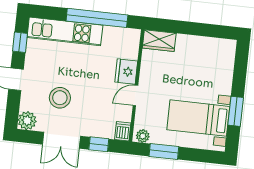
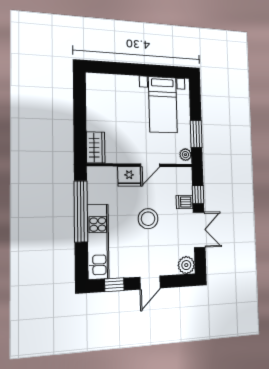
door: (135, 95) -> (150, 165), hinge flipped
stool: (60, 98) -> (148, 219), moved
window: (236, 111) -> (152, 71), removed
dishwasher: (123, 131) -> (185, 202), moved

